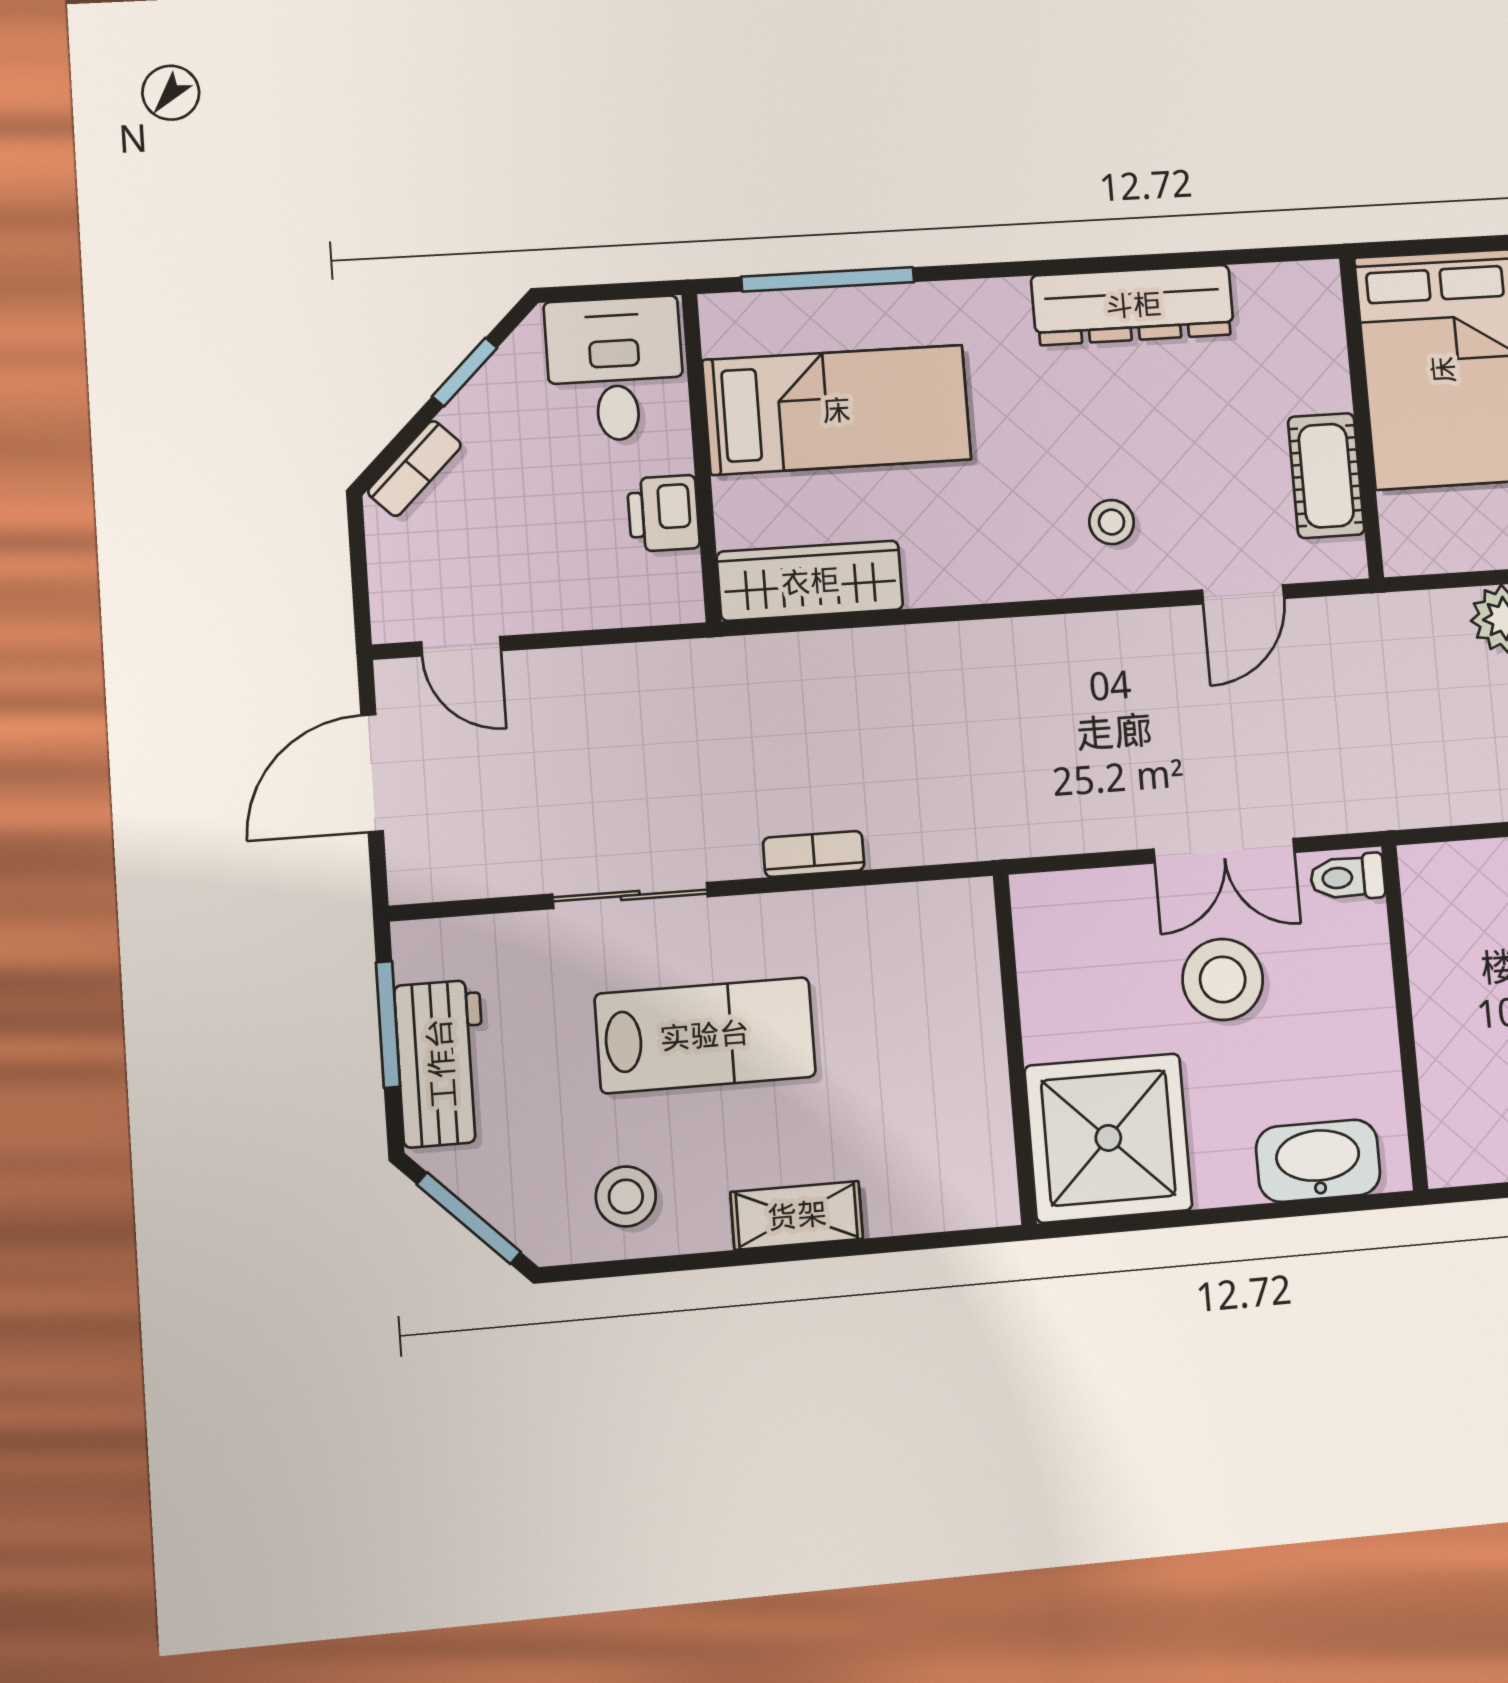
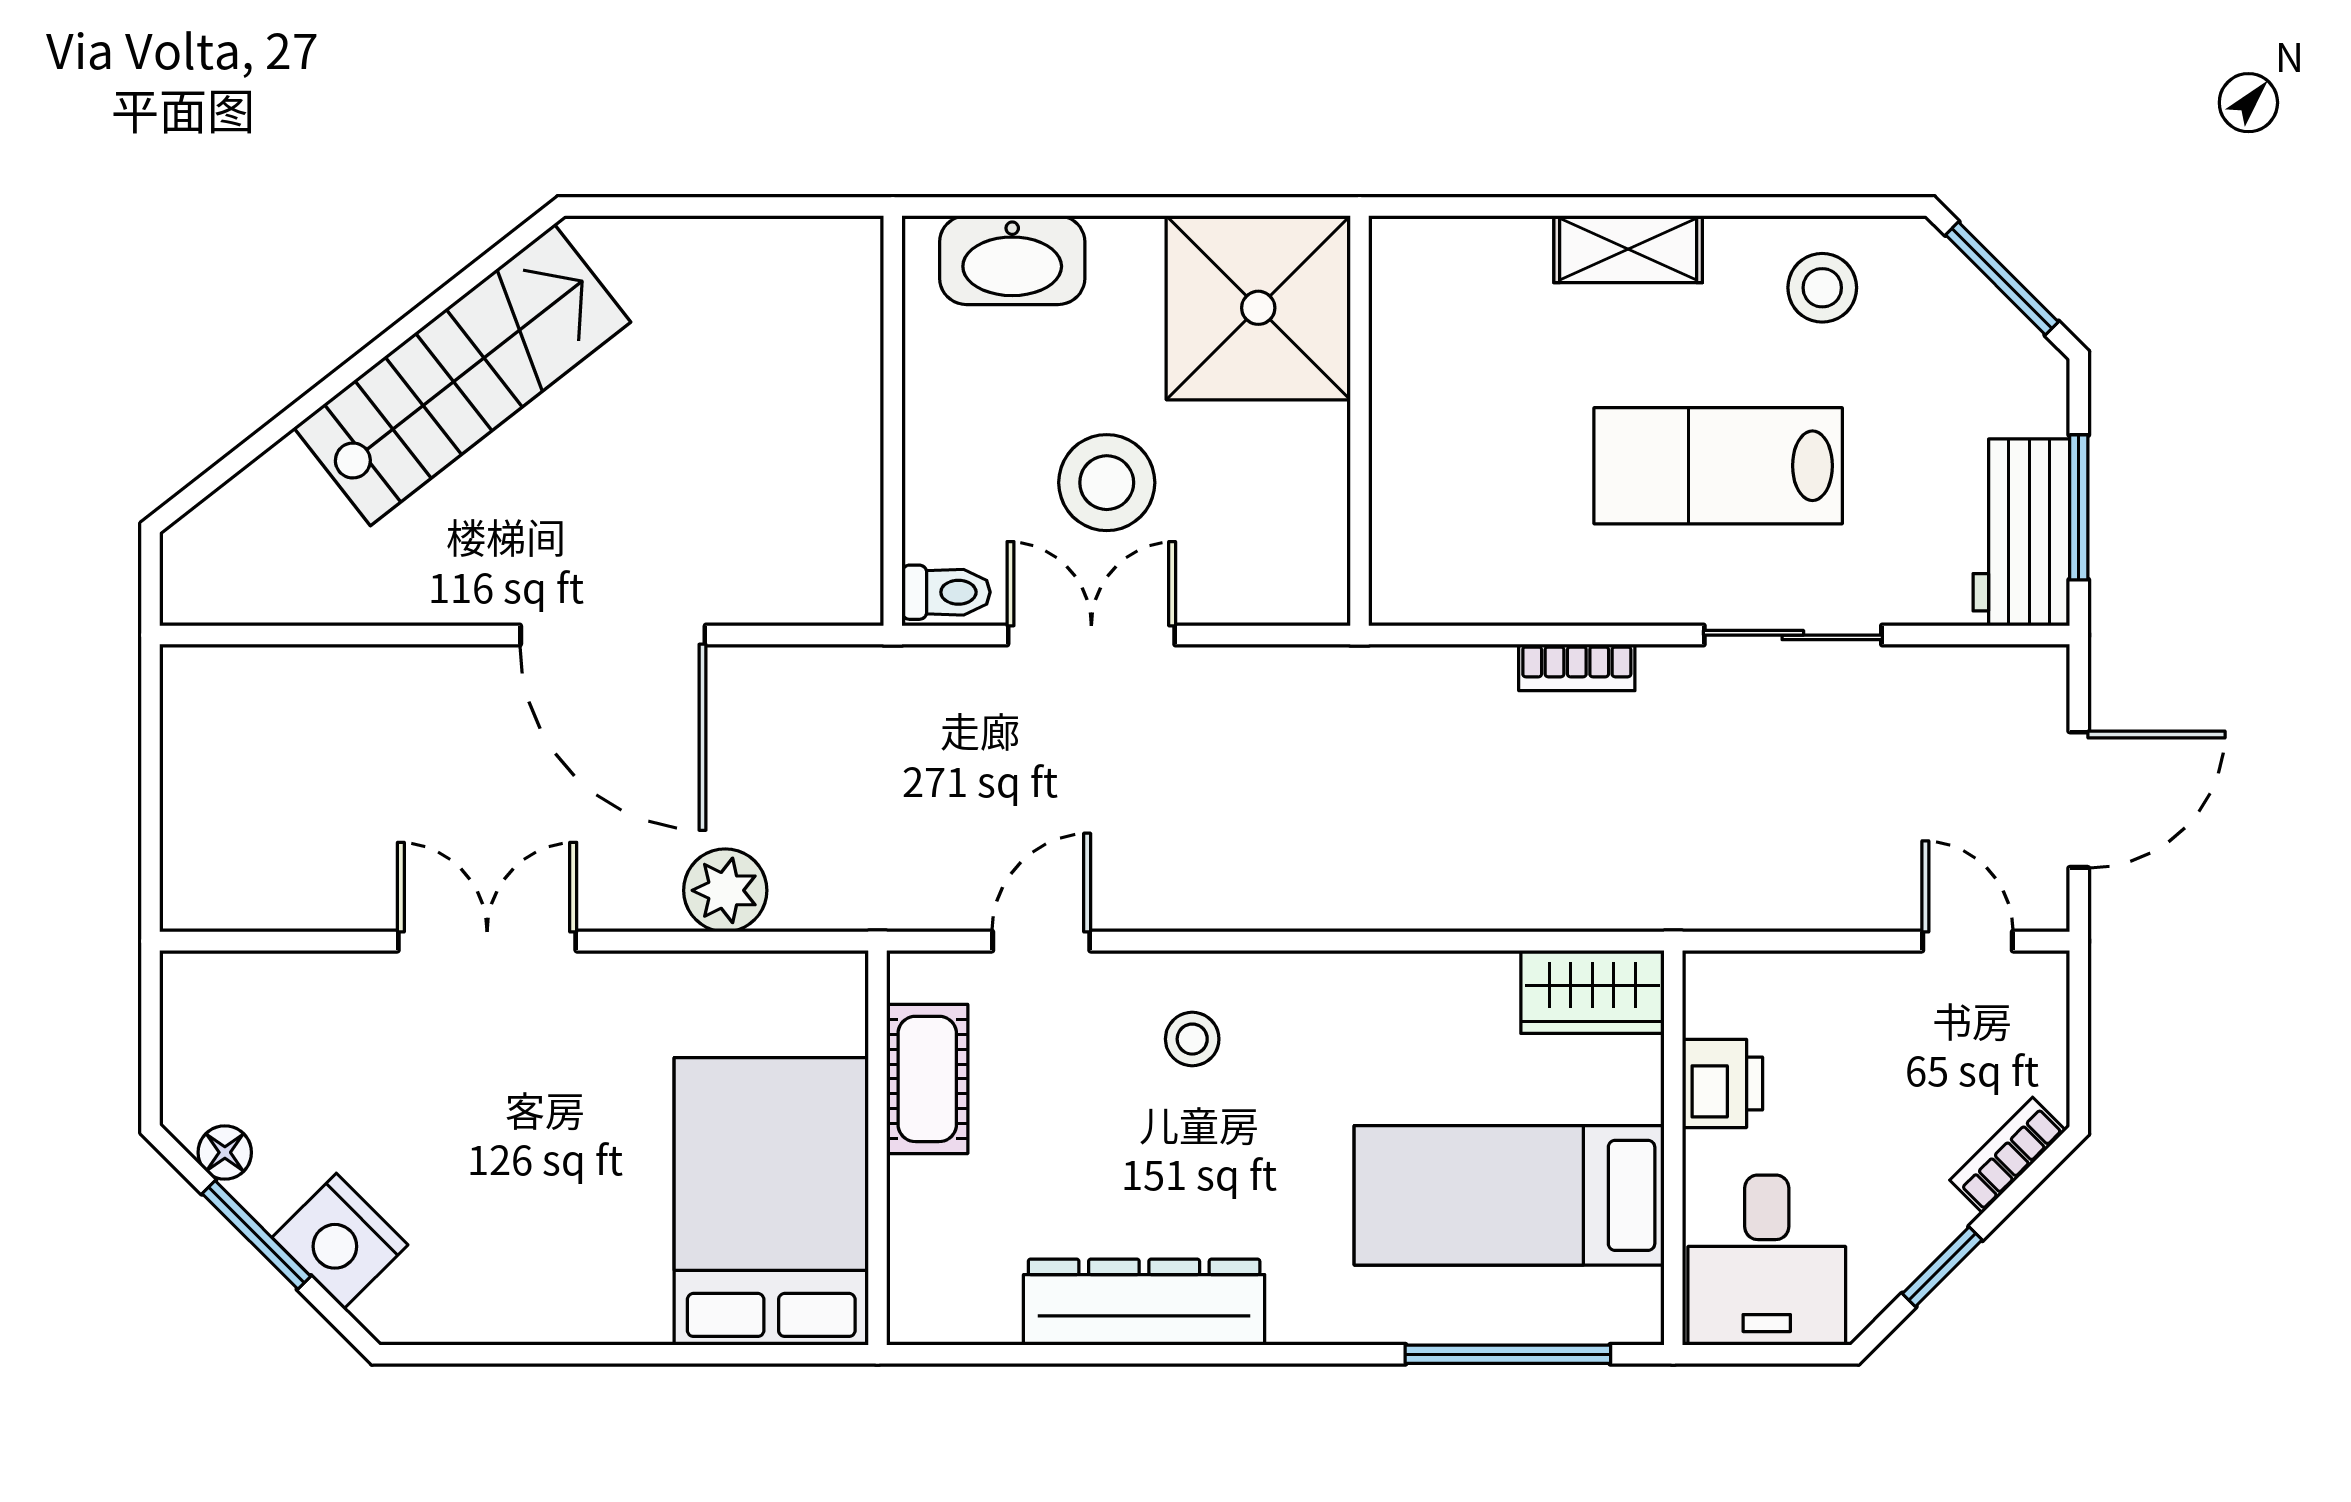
wardrobe: (810, 581) -> (1592, 992), width x0.67
workbench: (441, 1063) -> (2021, 532), moved

